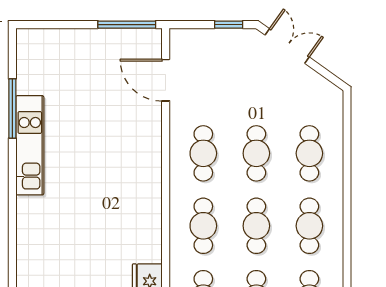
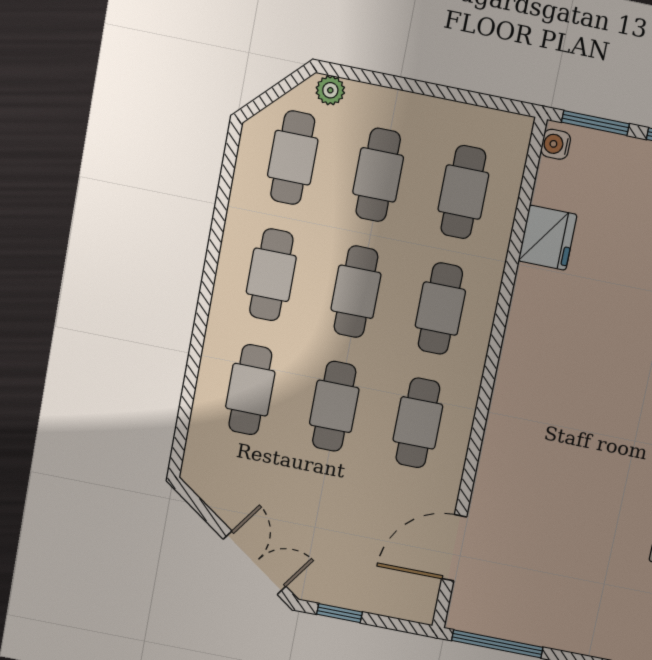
double door: (287, 46) -> (255, 563), swing flipped
door: (166, 80) -> (454, 548), swing flipped

